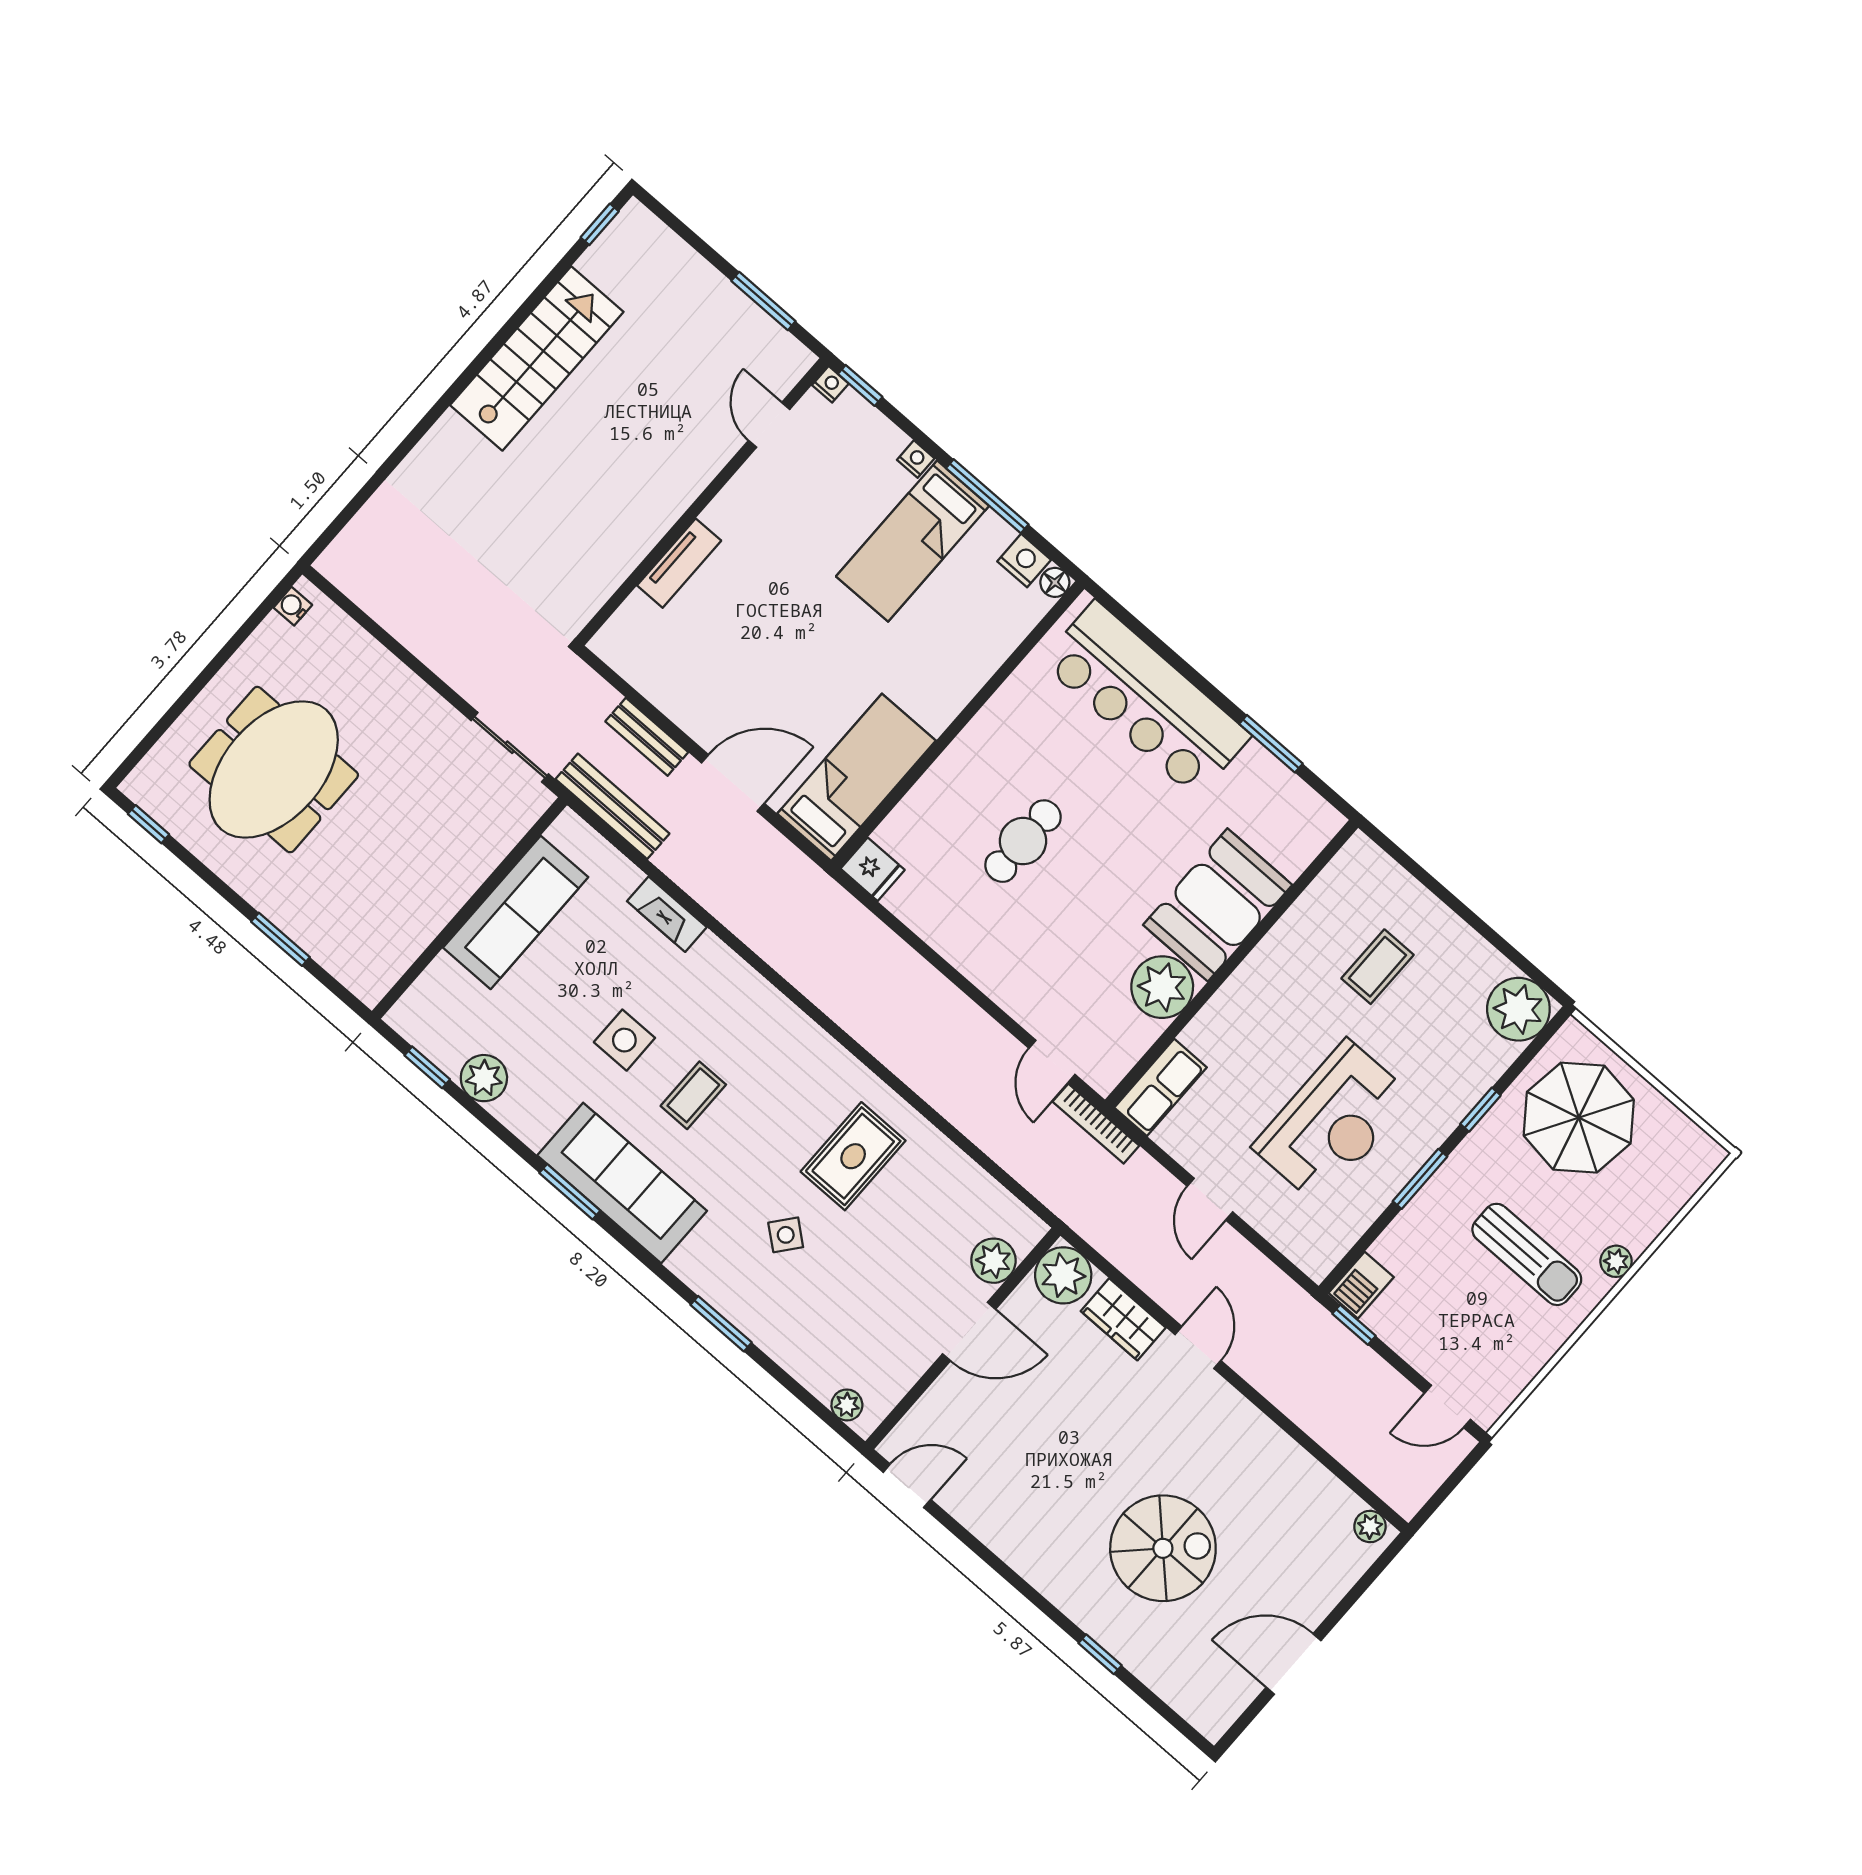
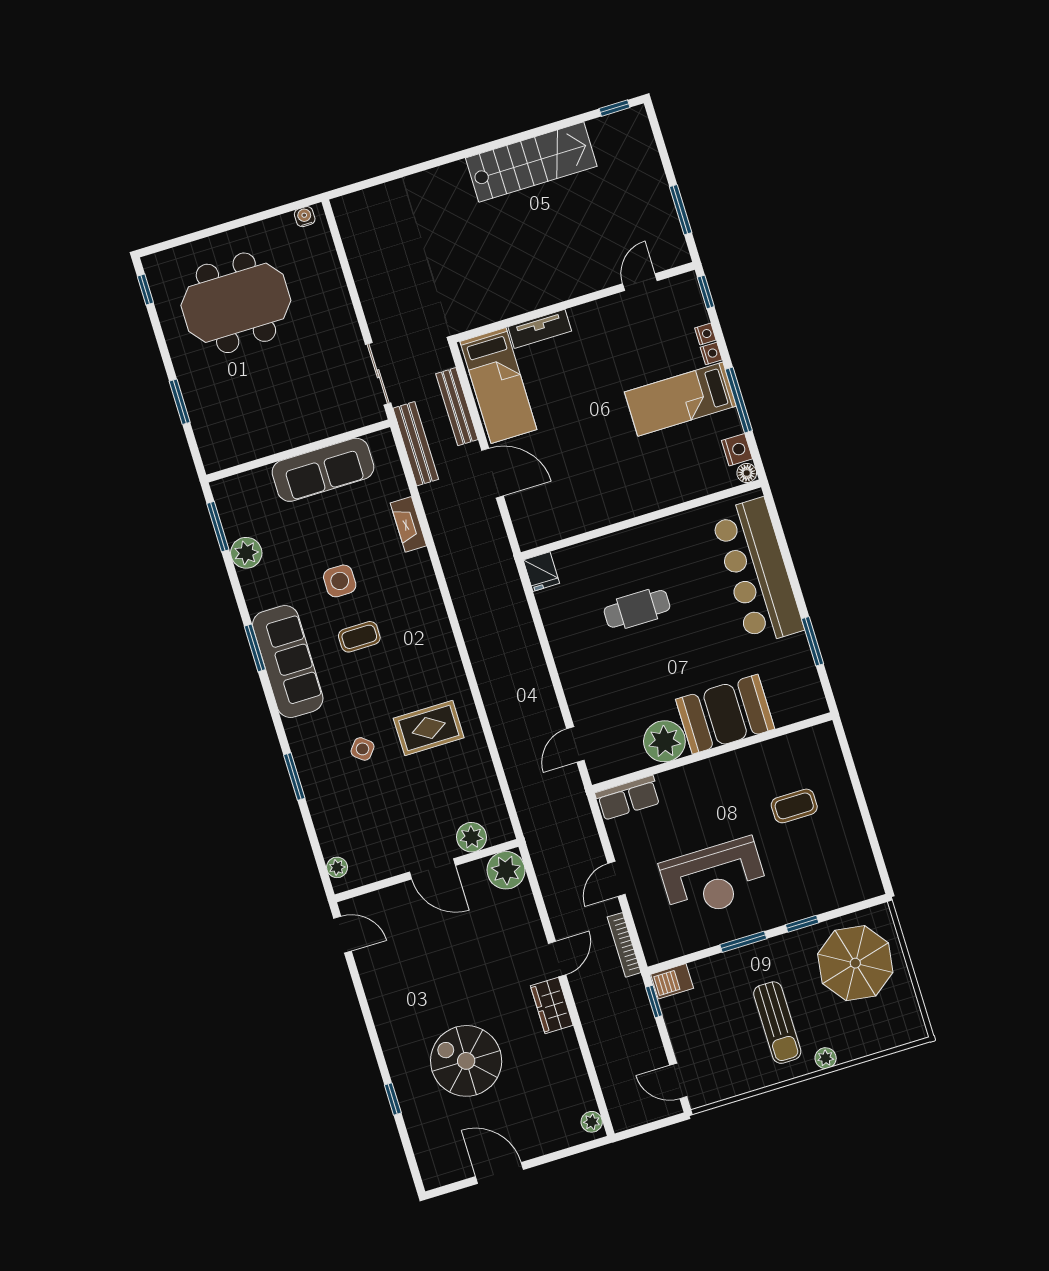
nightstand: (830, 384) -> (705, 334), moved
bench: (647, 737) -> (457, 407), width x1.36
bed: (857, 777) -> (498, 385), moved, turned 90
plant: (1518, 1009) -> (859, 880), removed
window: (427, 1067) -> (218, 527), width x1.50
bookcase: (1096, 1124) -> (624, 945), moved
wardrobe: (1123, 1319) -> (552, 1006), moved
spiral stairs: (1163, 1548) -> (466, 1061), turned 180

